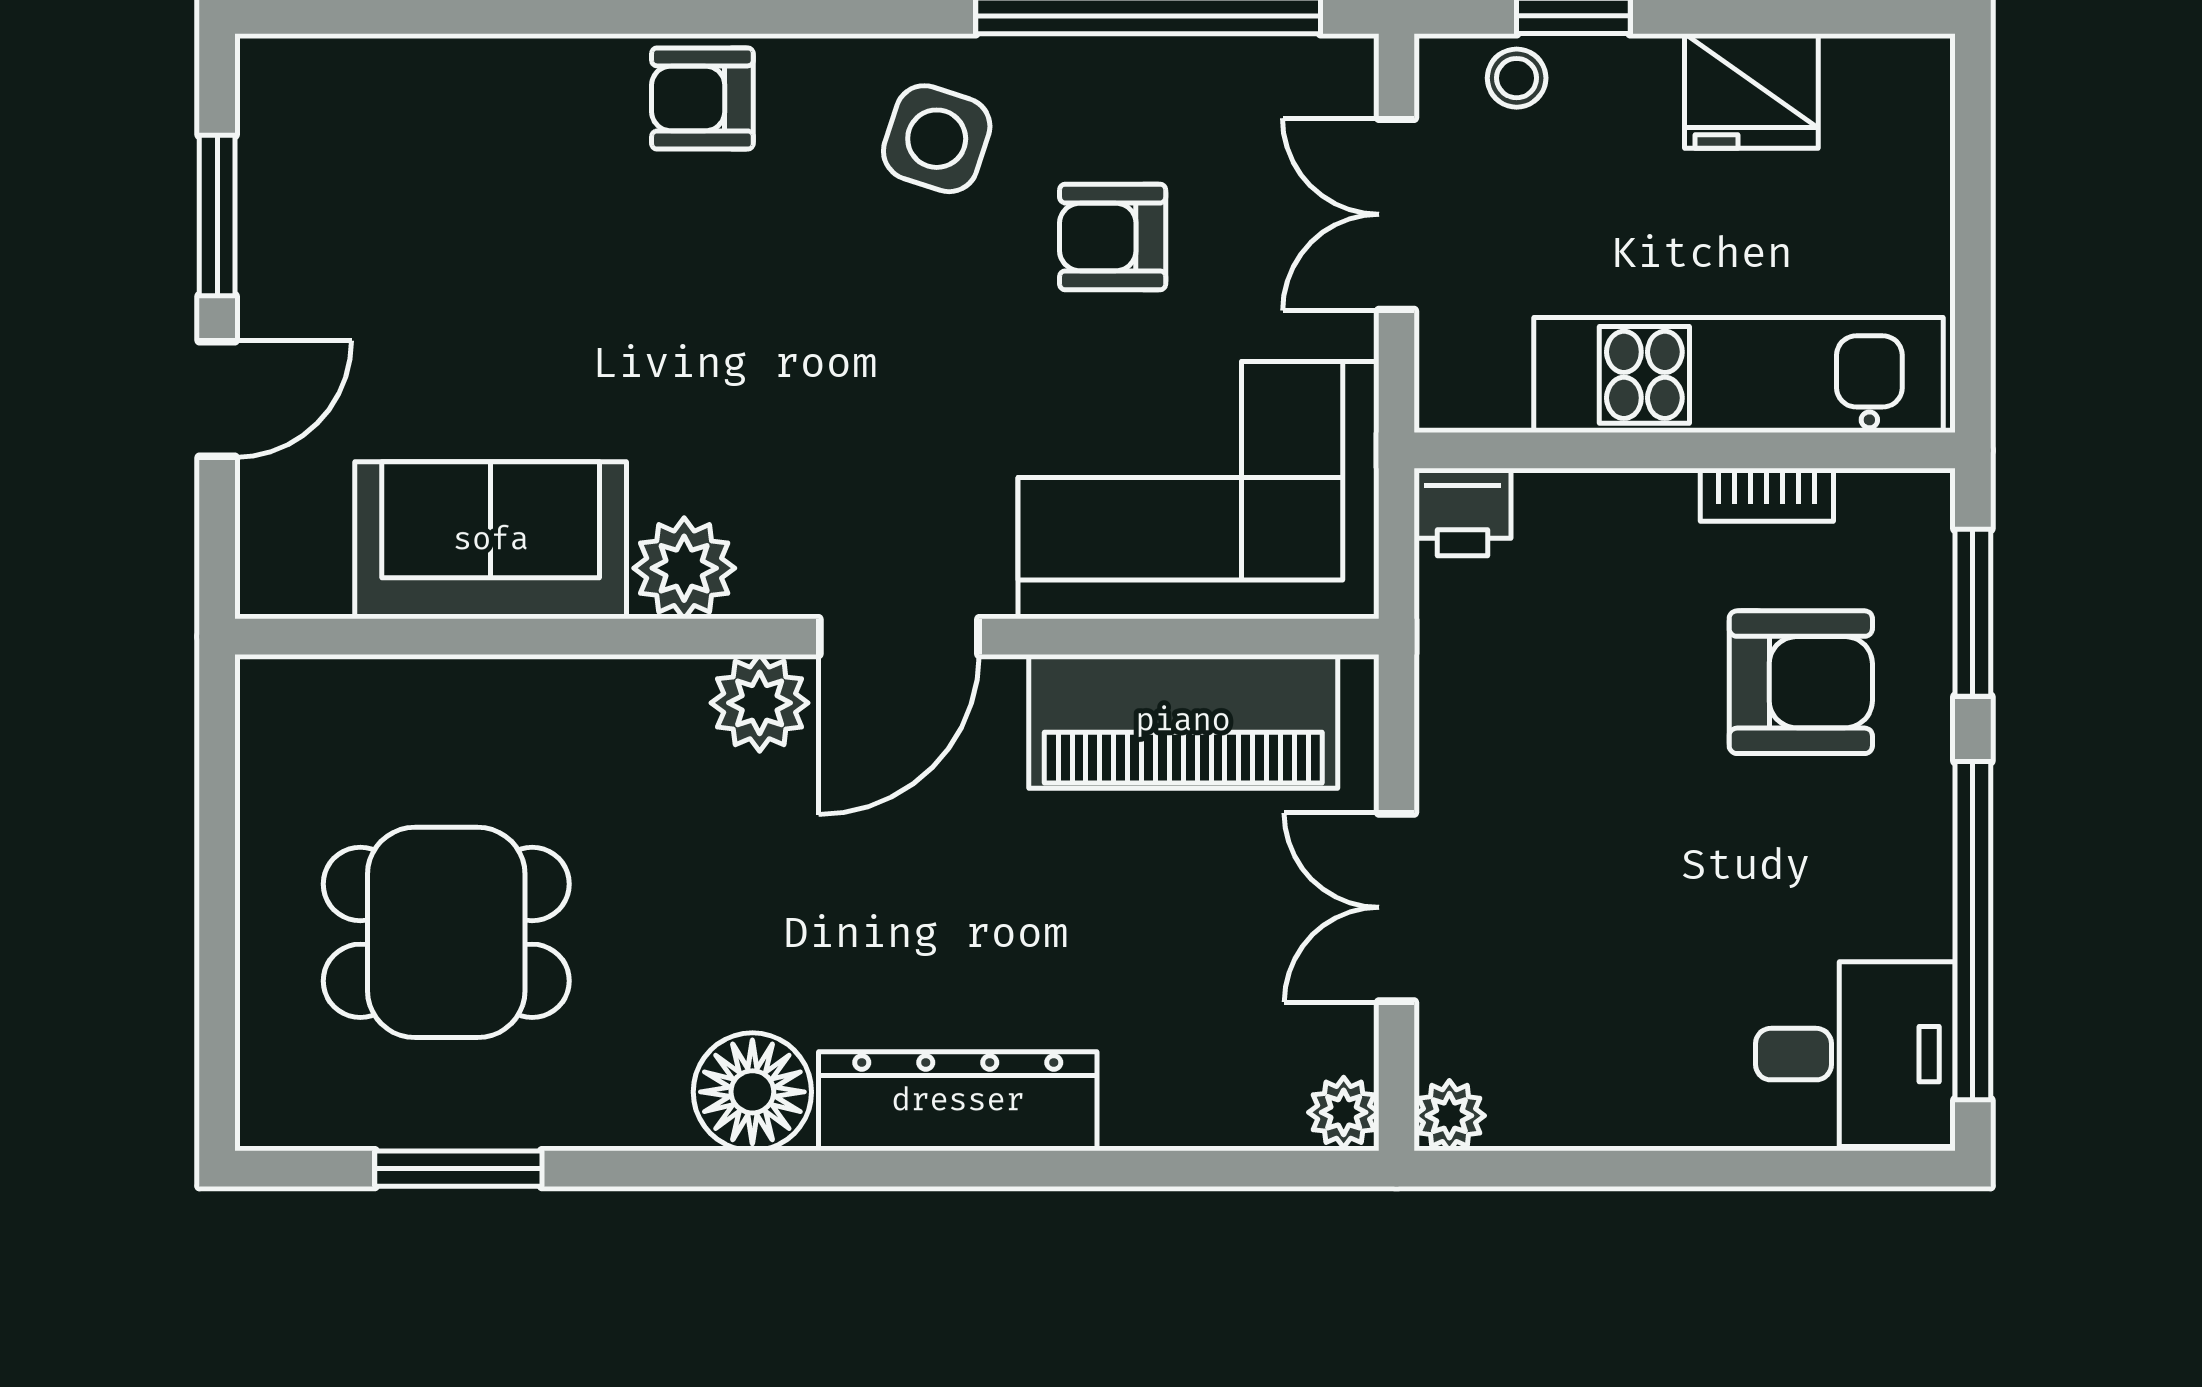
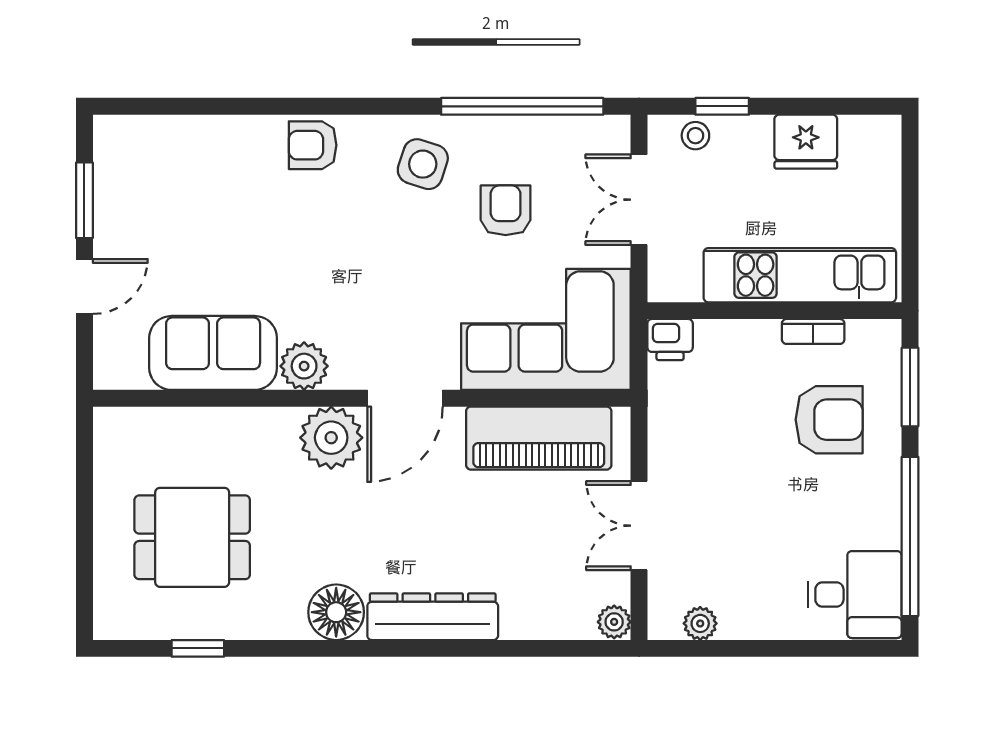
armchair: (1113, 237) -> (506, 210), turned 90
plant: (760, 703) -> (331, 438), width x1.36, depth x1.36
plant: (1449, 1116) -> (700, 623), moved
window: (458, 1169) -> (198, 648), width x0.67

